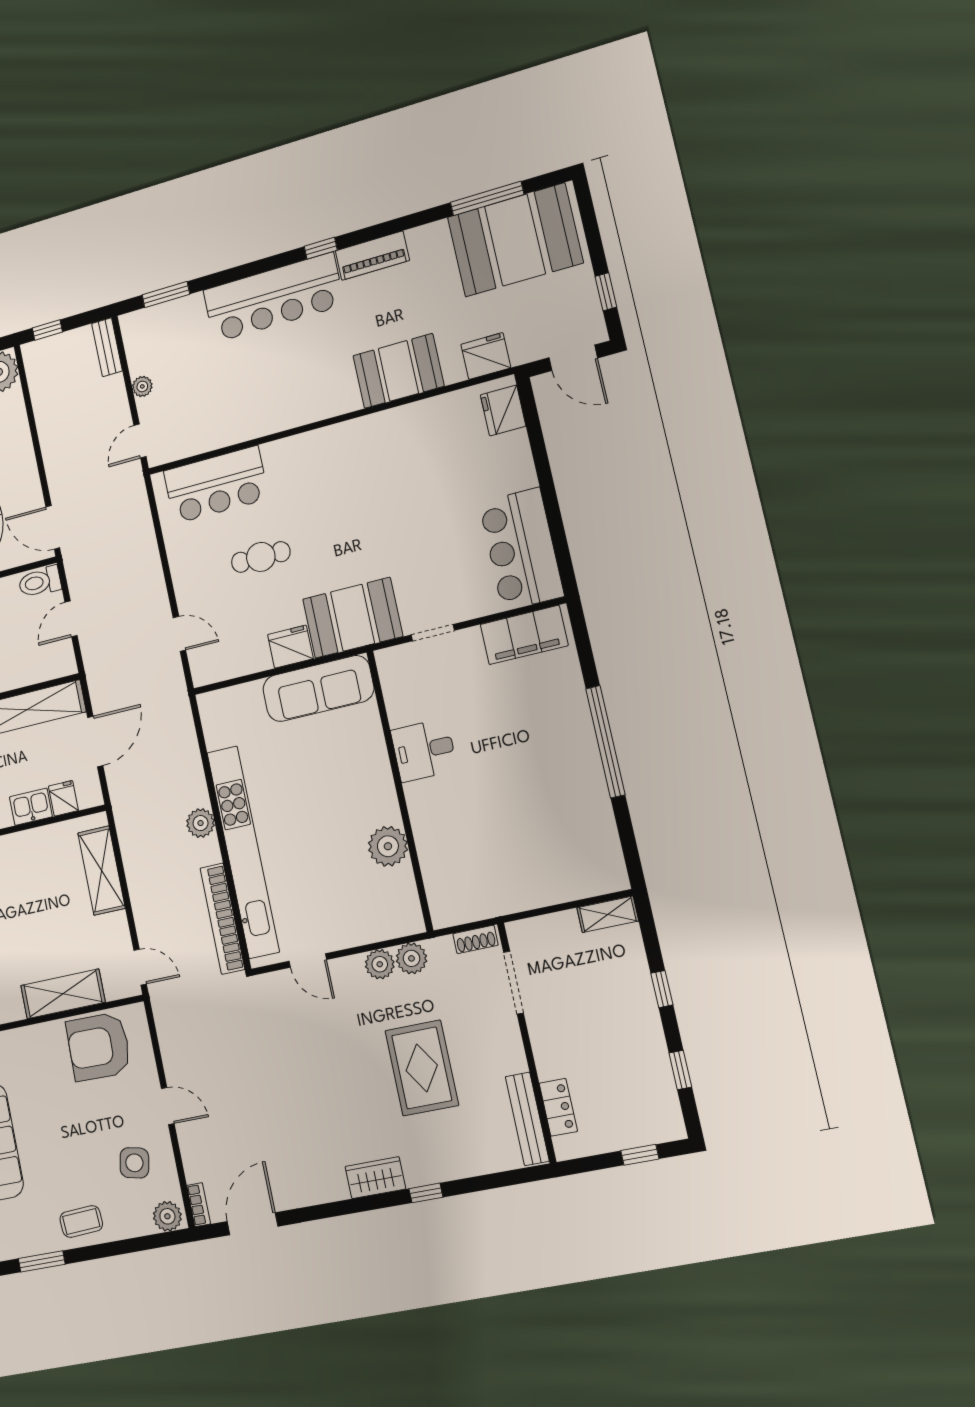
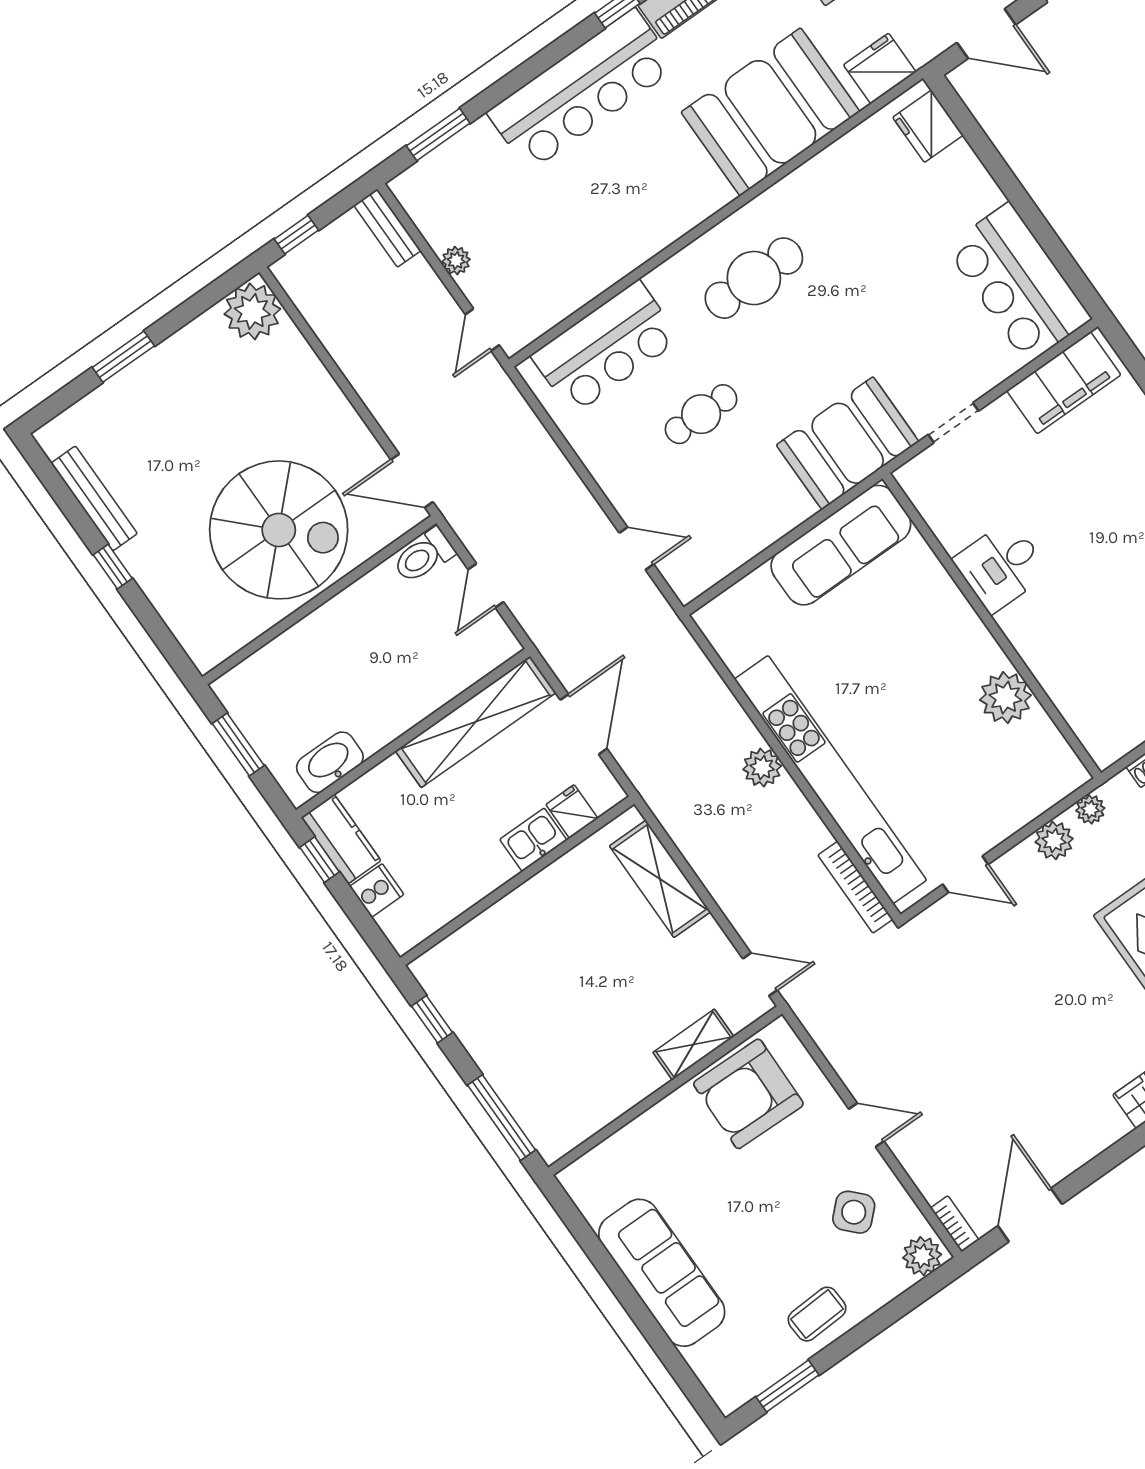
booth: (398, 371) -> (770, 112), width x1.36, depth x1.42
cafe table: (336, 474) -> (754, 278), added
fridge: (290, 647) -> (785, 508), removed
bookcase: (222, 919) -> (855, 887), width x0.68, depth x0.76
plant: (412, 958) -> (1090, 809), width x0.73, depth x0.73
shelving: (63, 994) -> (693, 1045), width x0.67, depth x0.75
side table: (134, 1163) -> (854, 1212), turned 34

